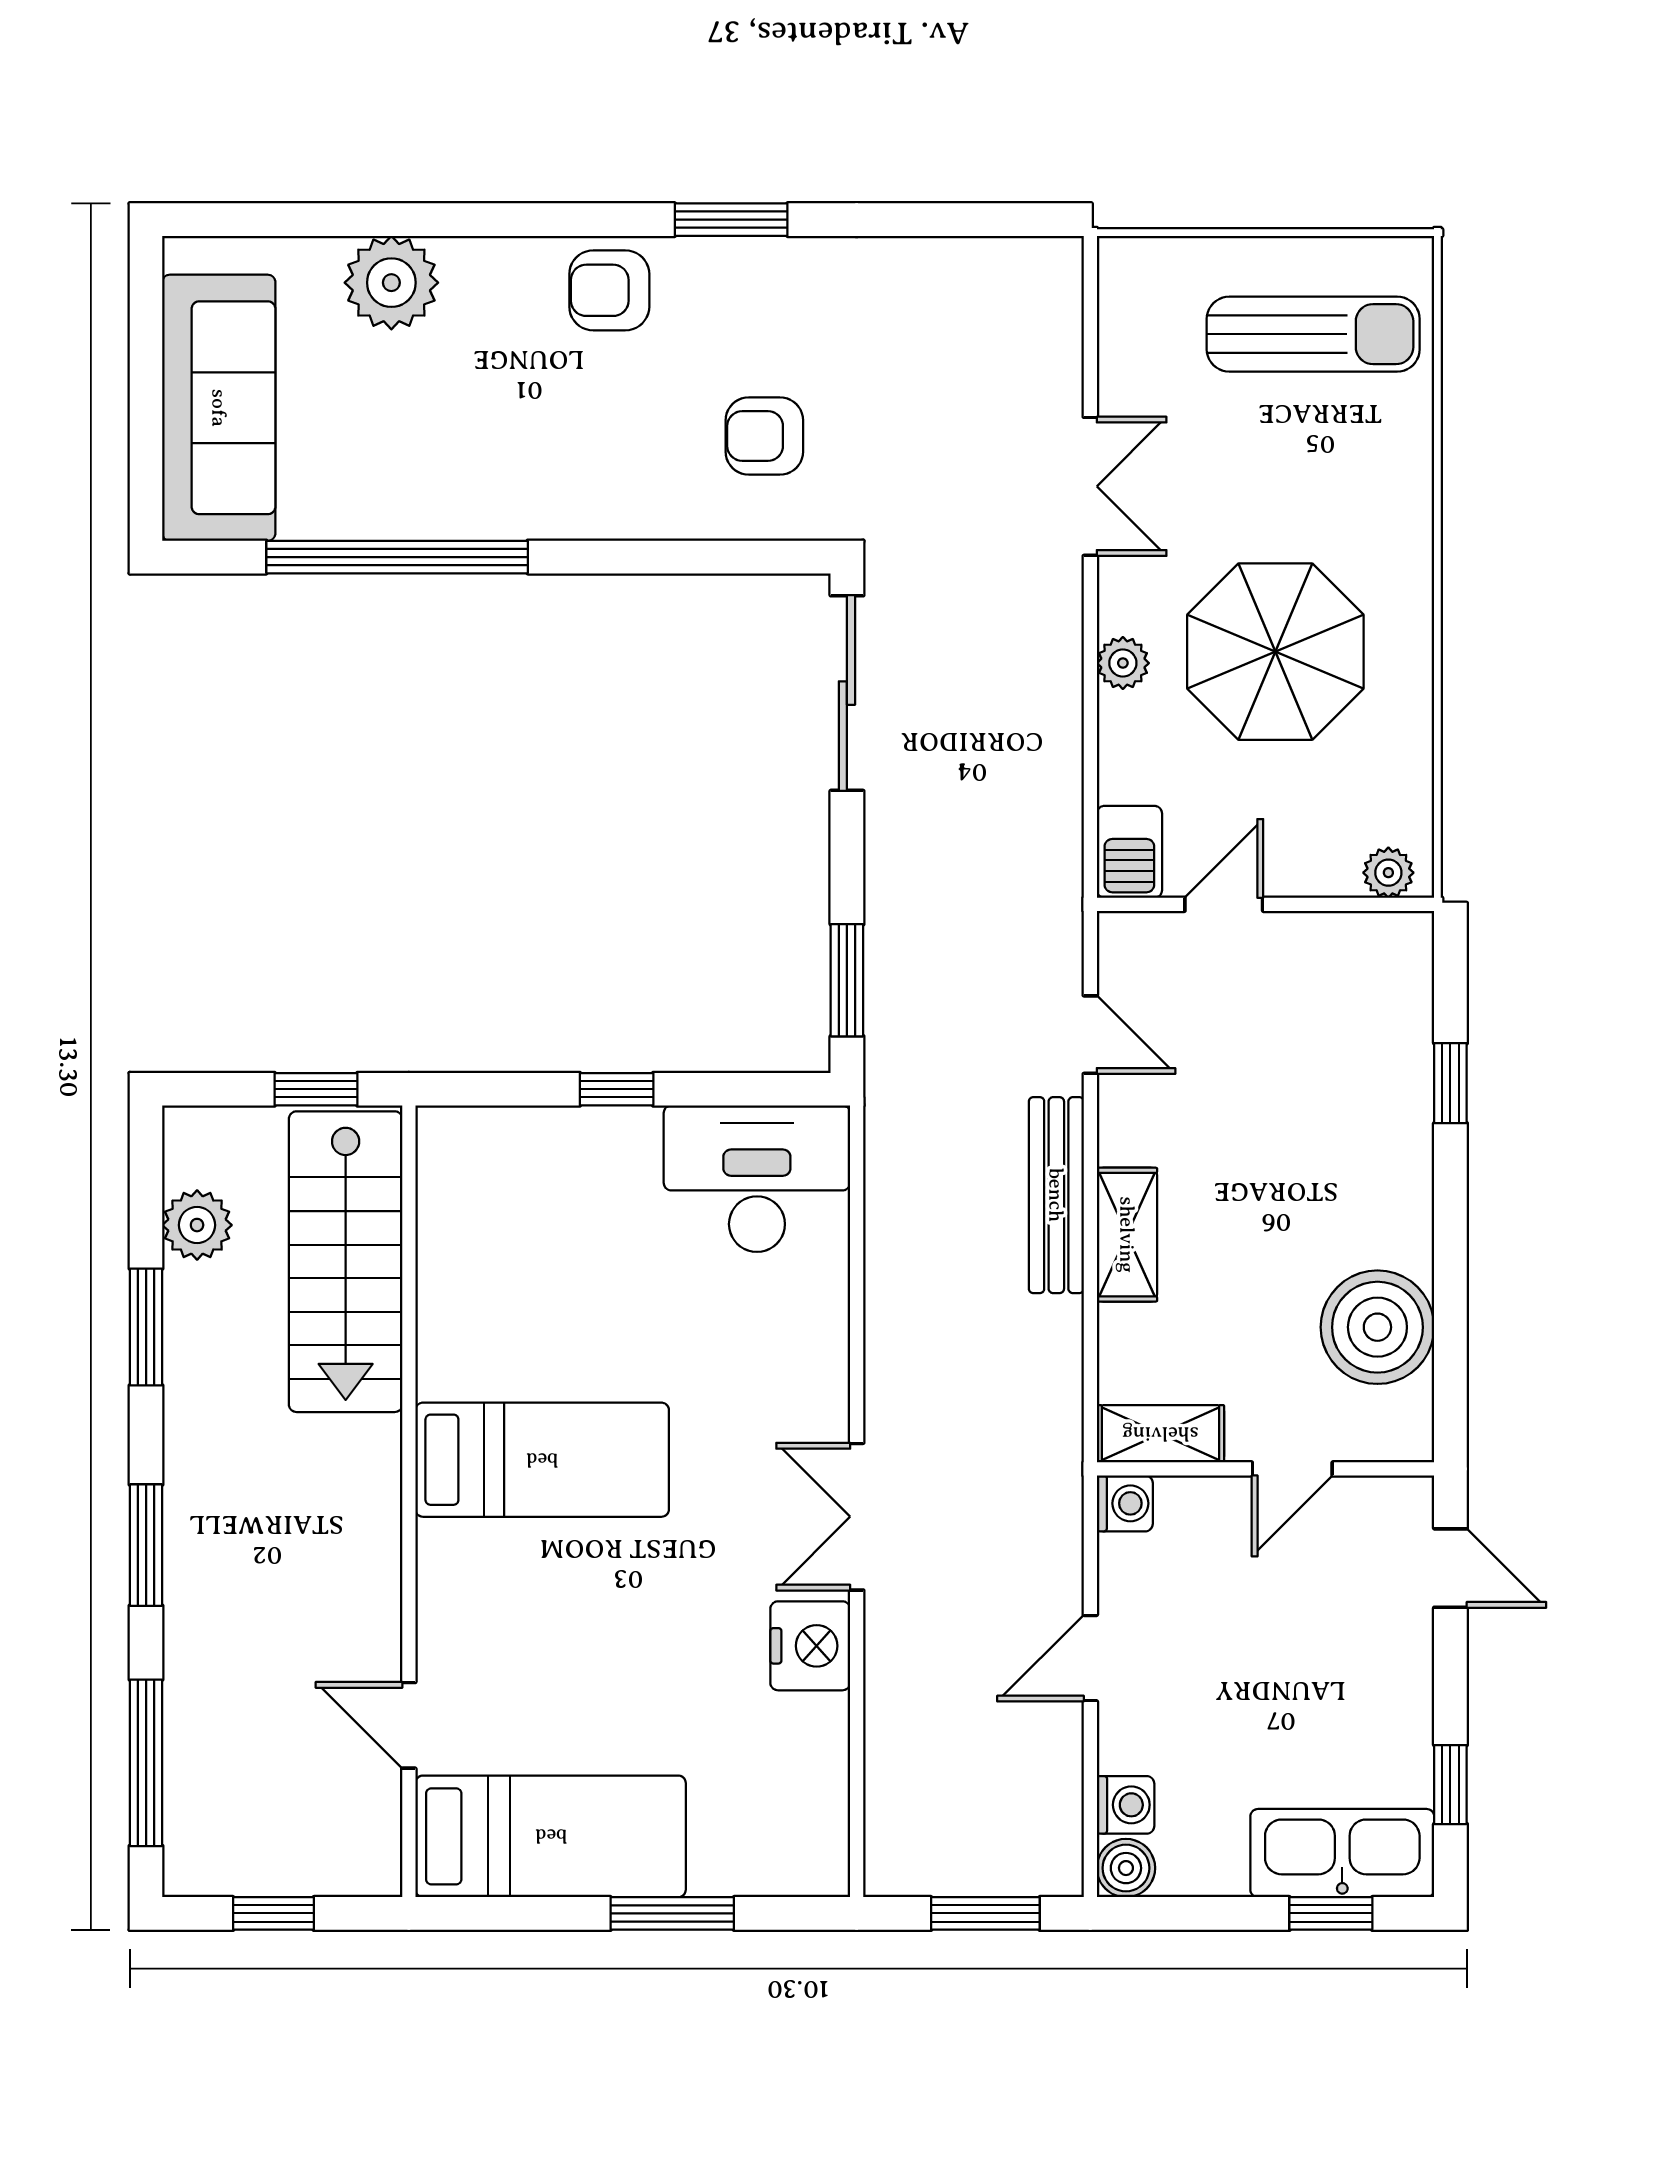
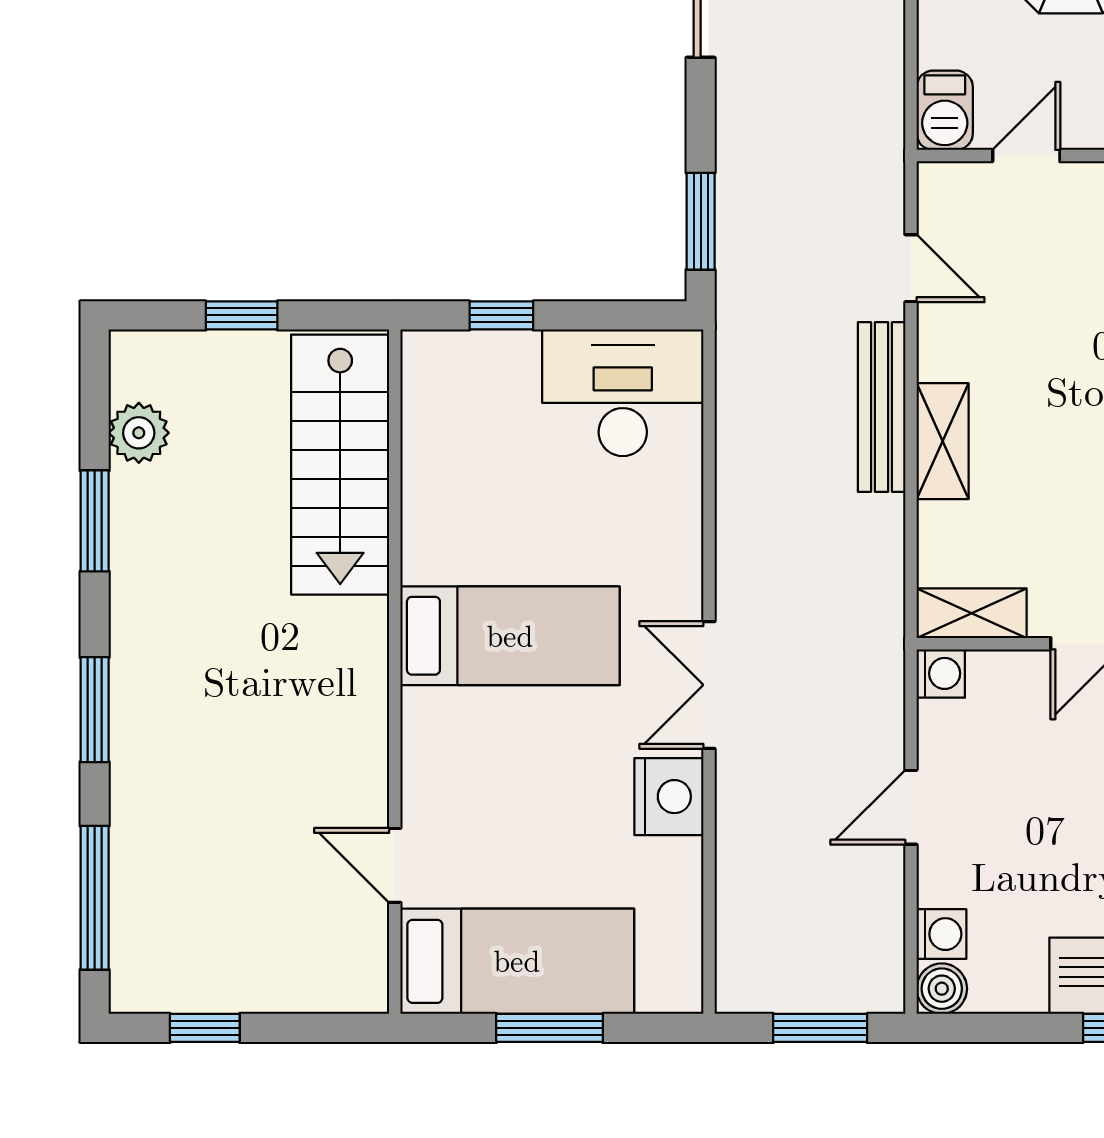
stairs: (346, 1262) -> (340, 465), moved
bed: (542, 1460) -> (510, 636), moved
wall: (409, 1501) -> (395, 672), moved
door: (409, 1725) -> (395, 865), moved
bed: (551, 1836) -> (517, 961), moved

